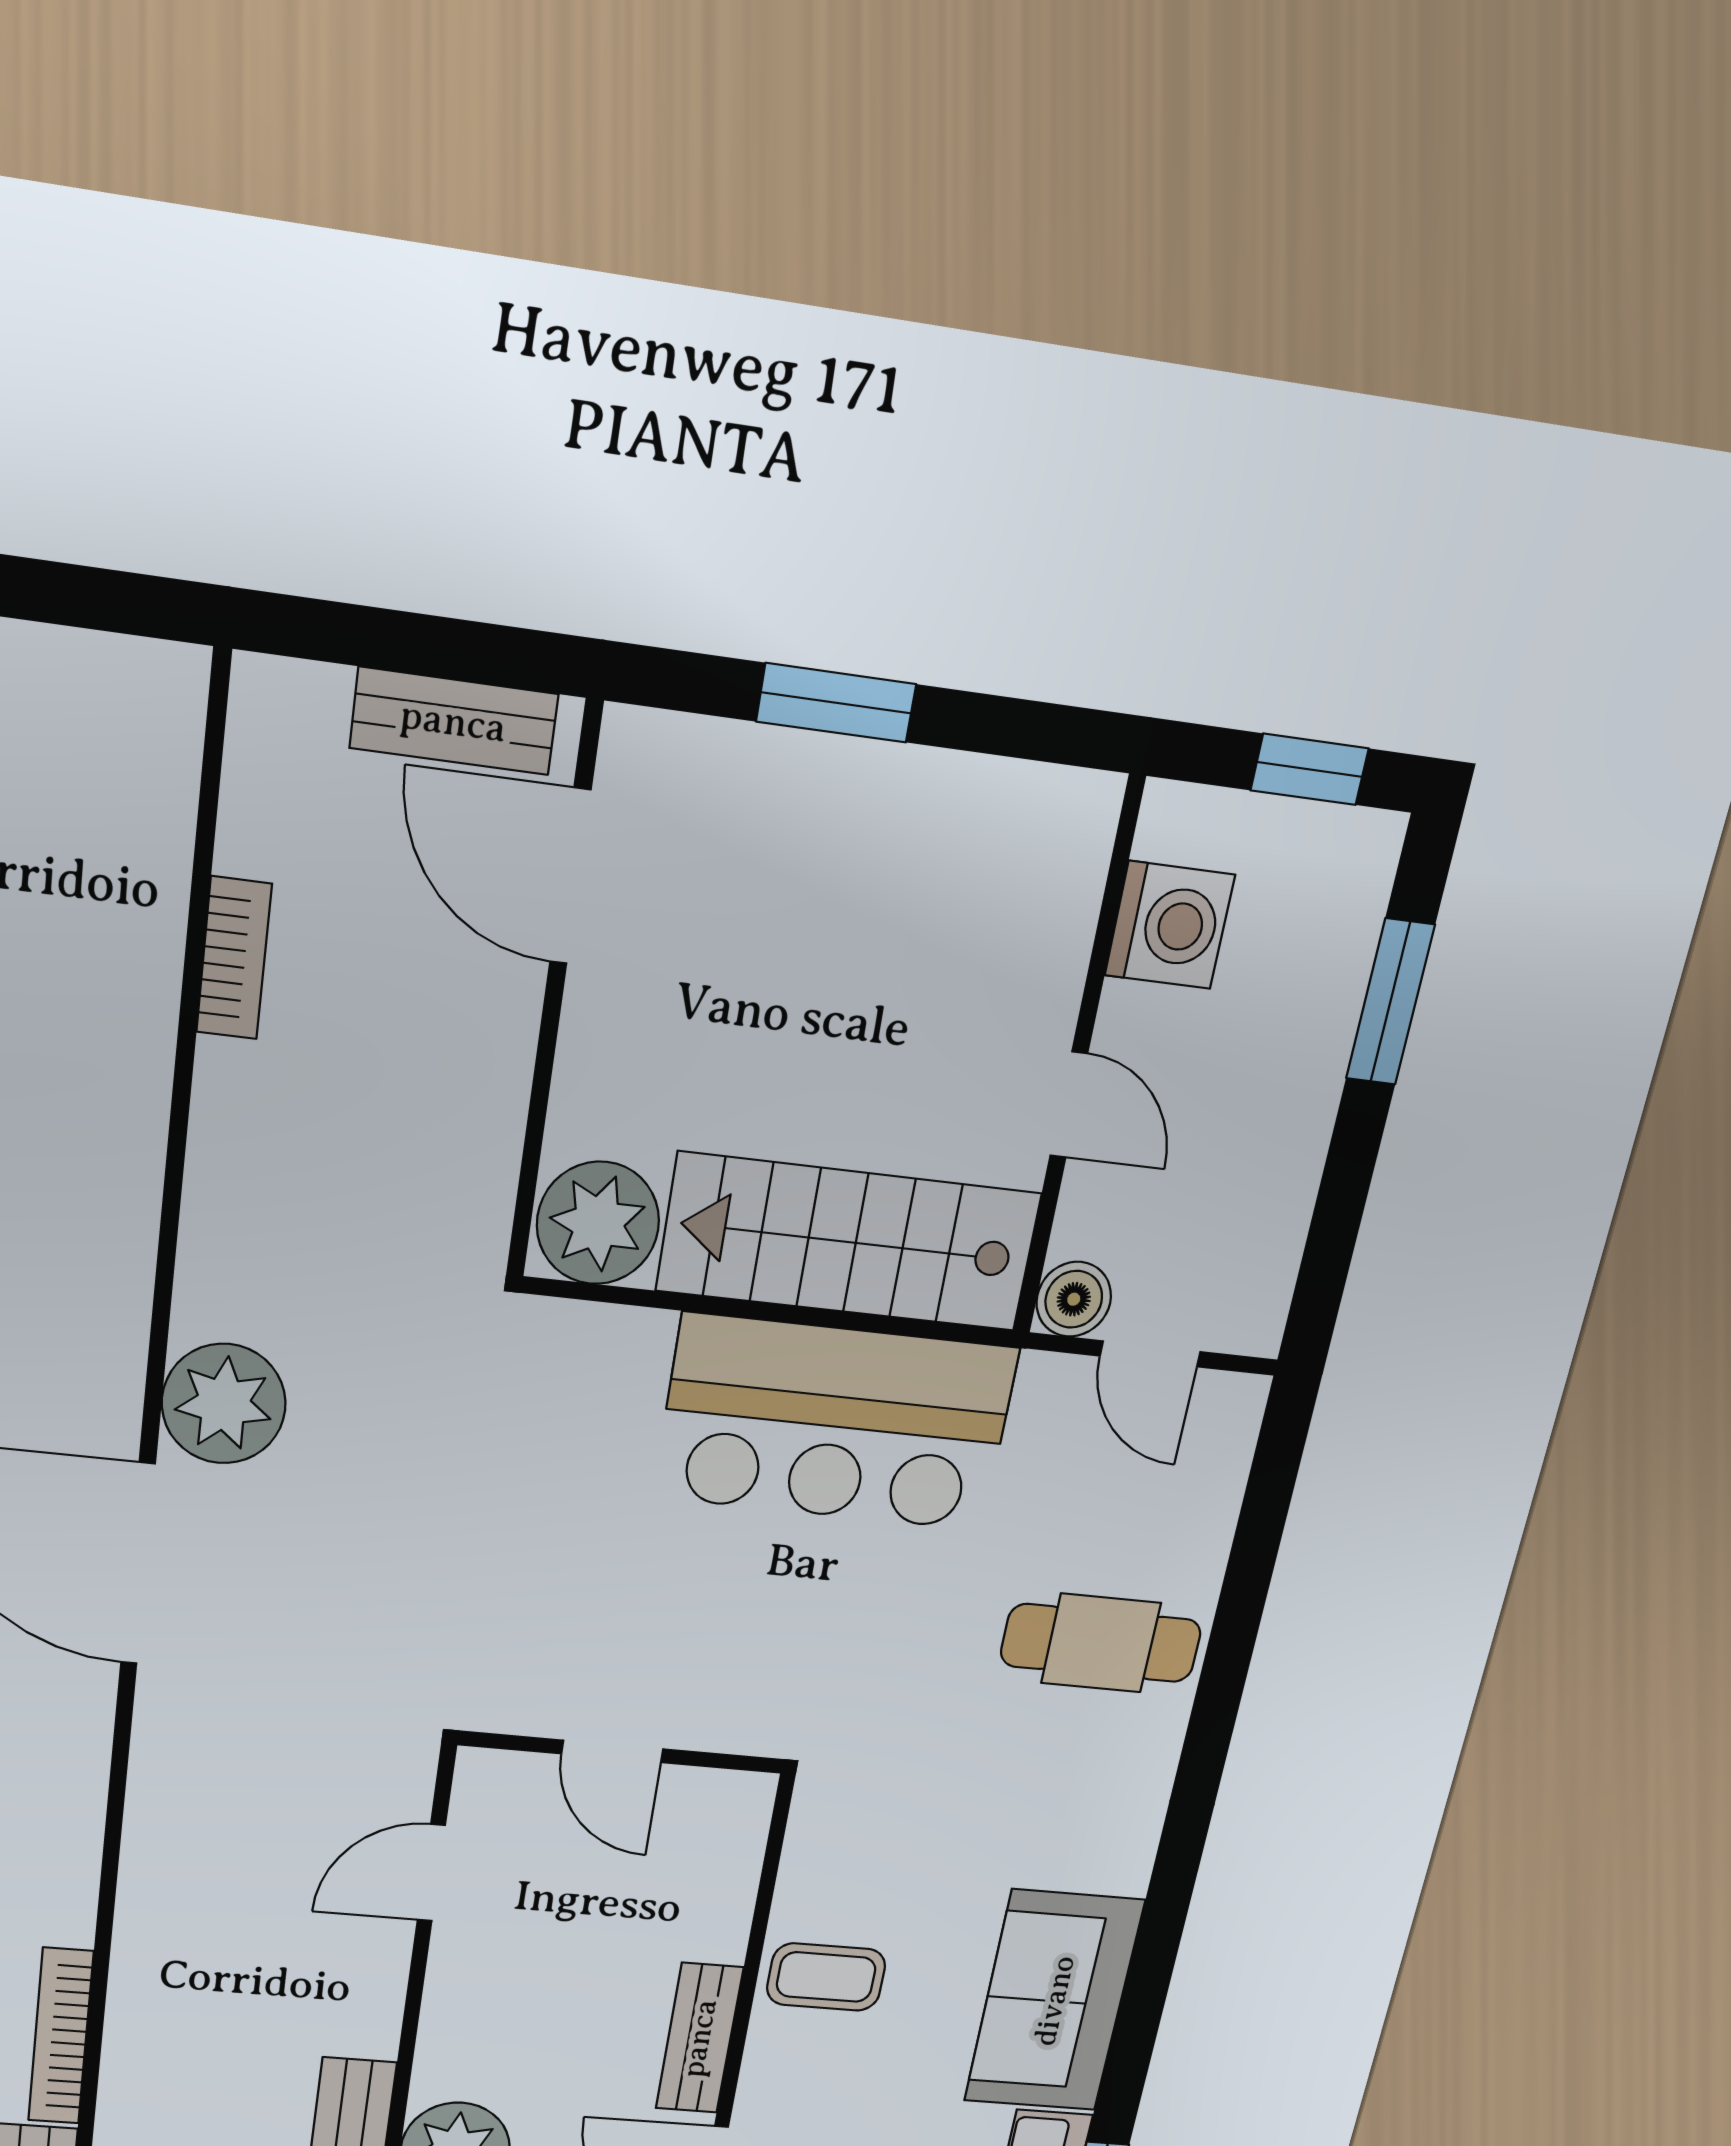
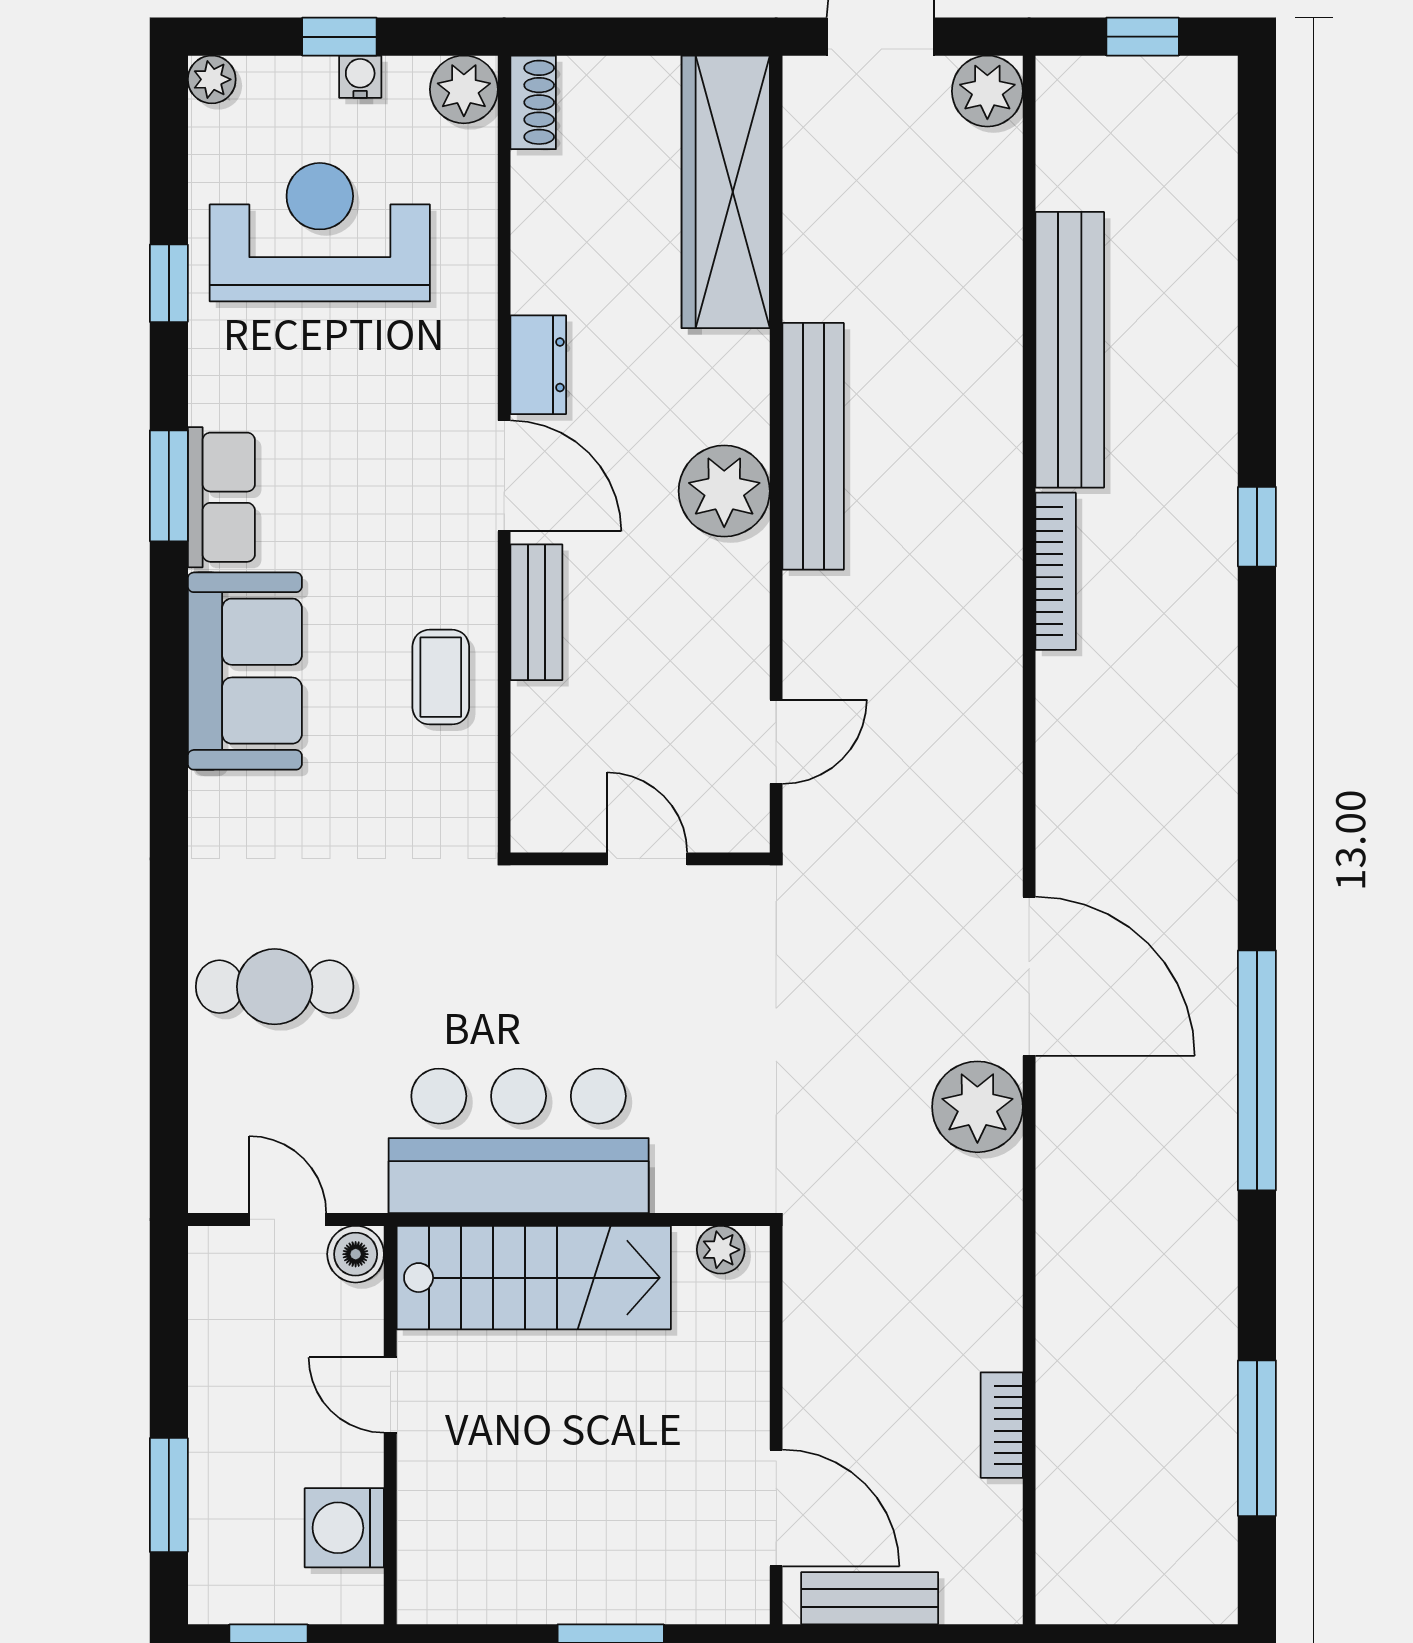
plant: (598, 1223) -> (721, 1250), width x0.53, depth x0.53
coffee table: (826, 1977) -> (441, 677), turned 90

